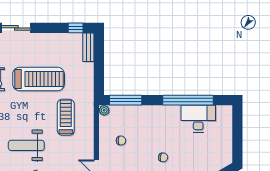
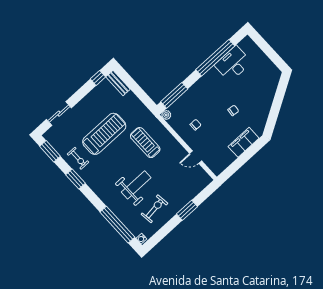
weight bench: (26, 145) -> (136, 185), turned 180

